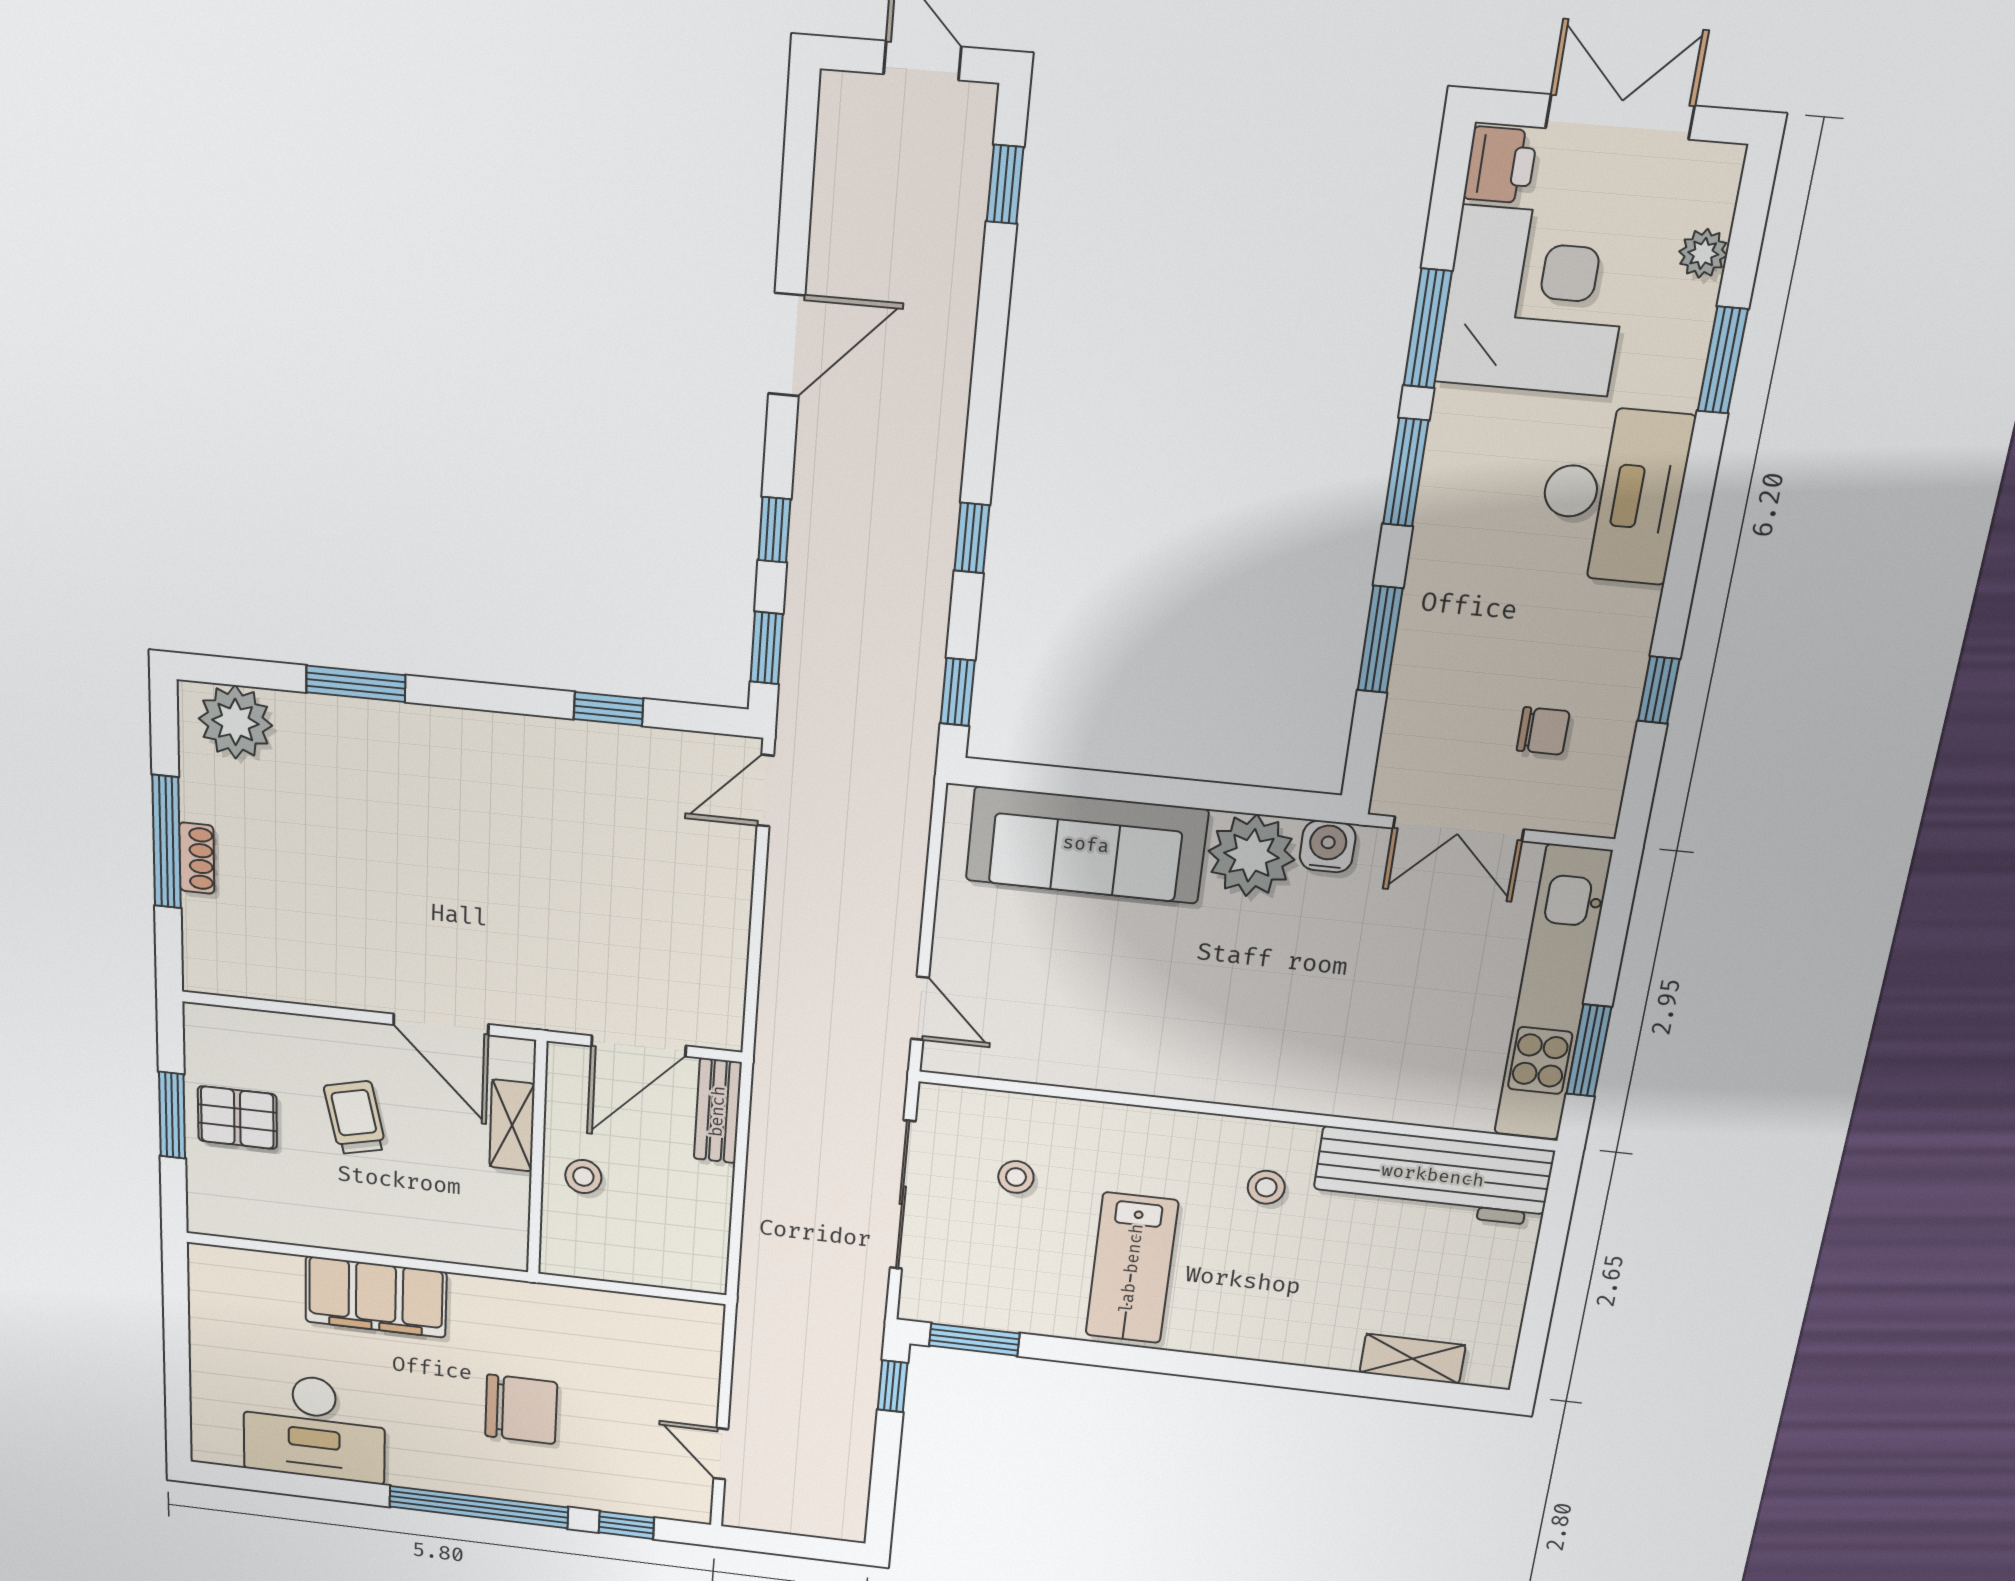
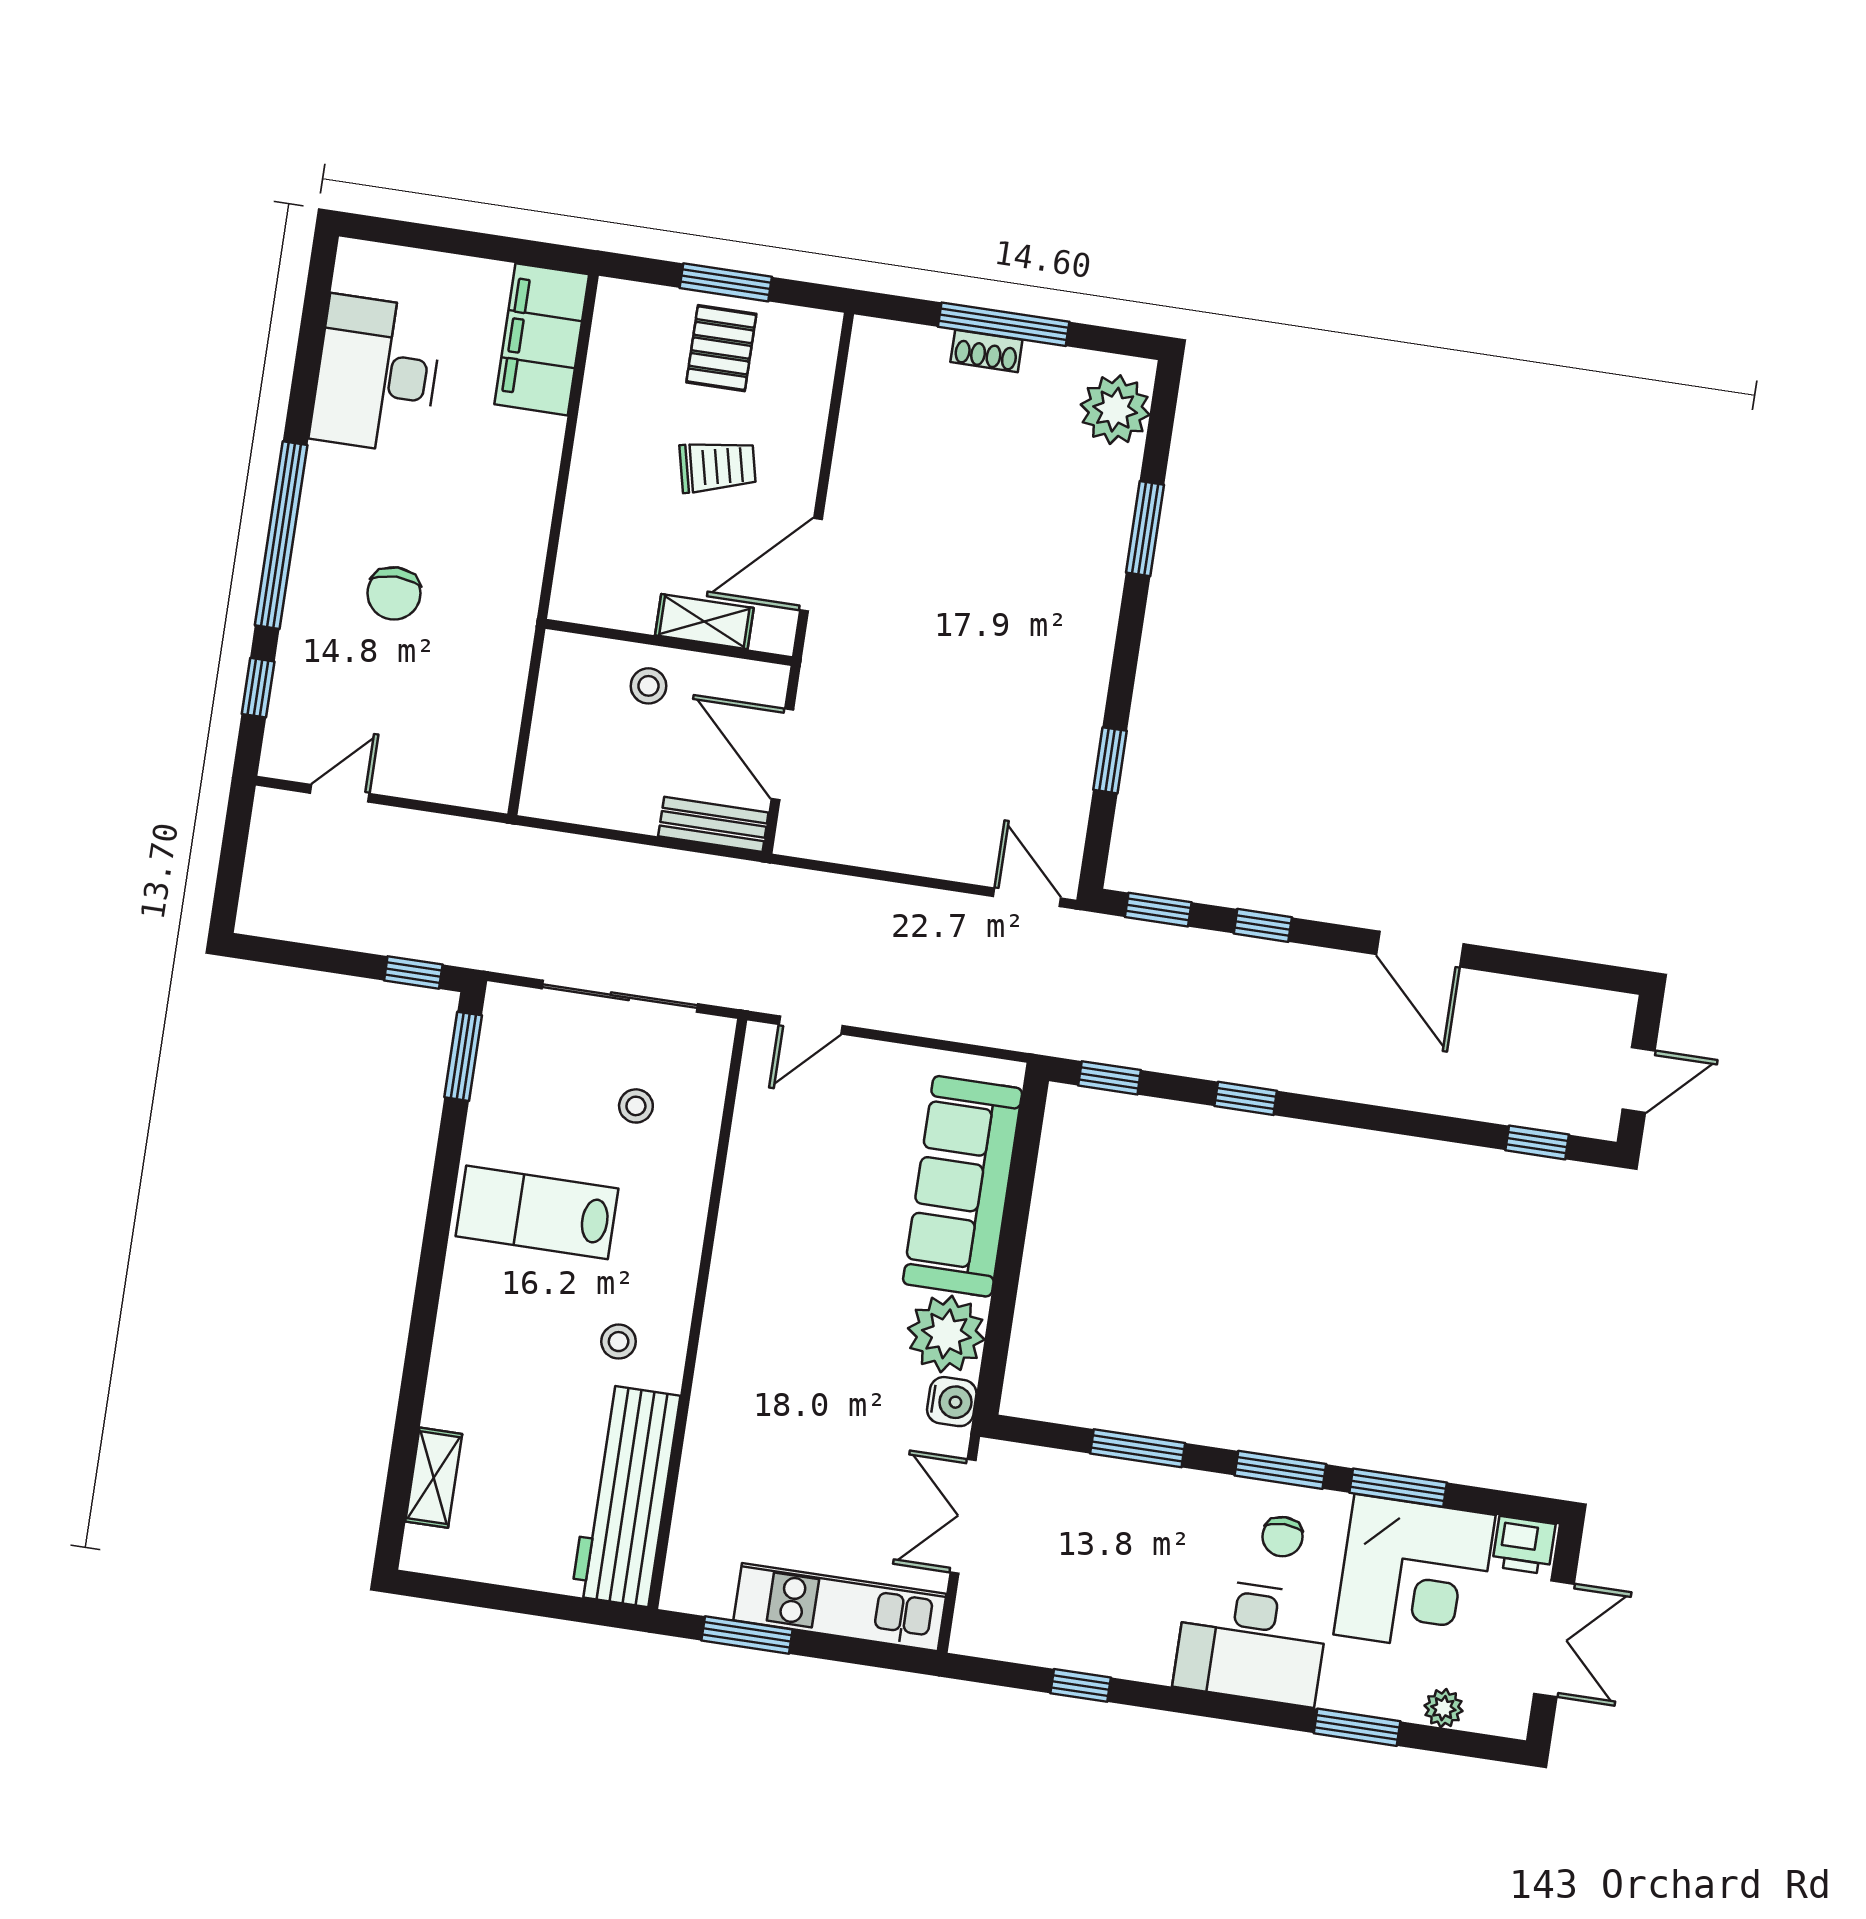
chair: (1543, 731) -> (1282, 1537), moved
kitchen unit: (1552, 995) -> (840, 1607), width x0.73
filing cabinet: (376, 1297) -> (542, 339), moved
chair: (521, 1409) -> (394, 593), width x0.73, depth x0.73

